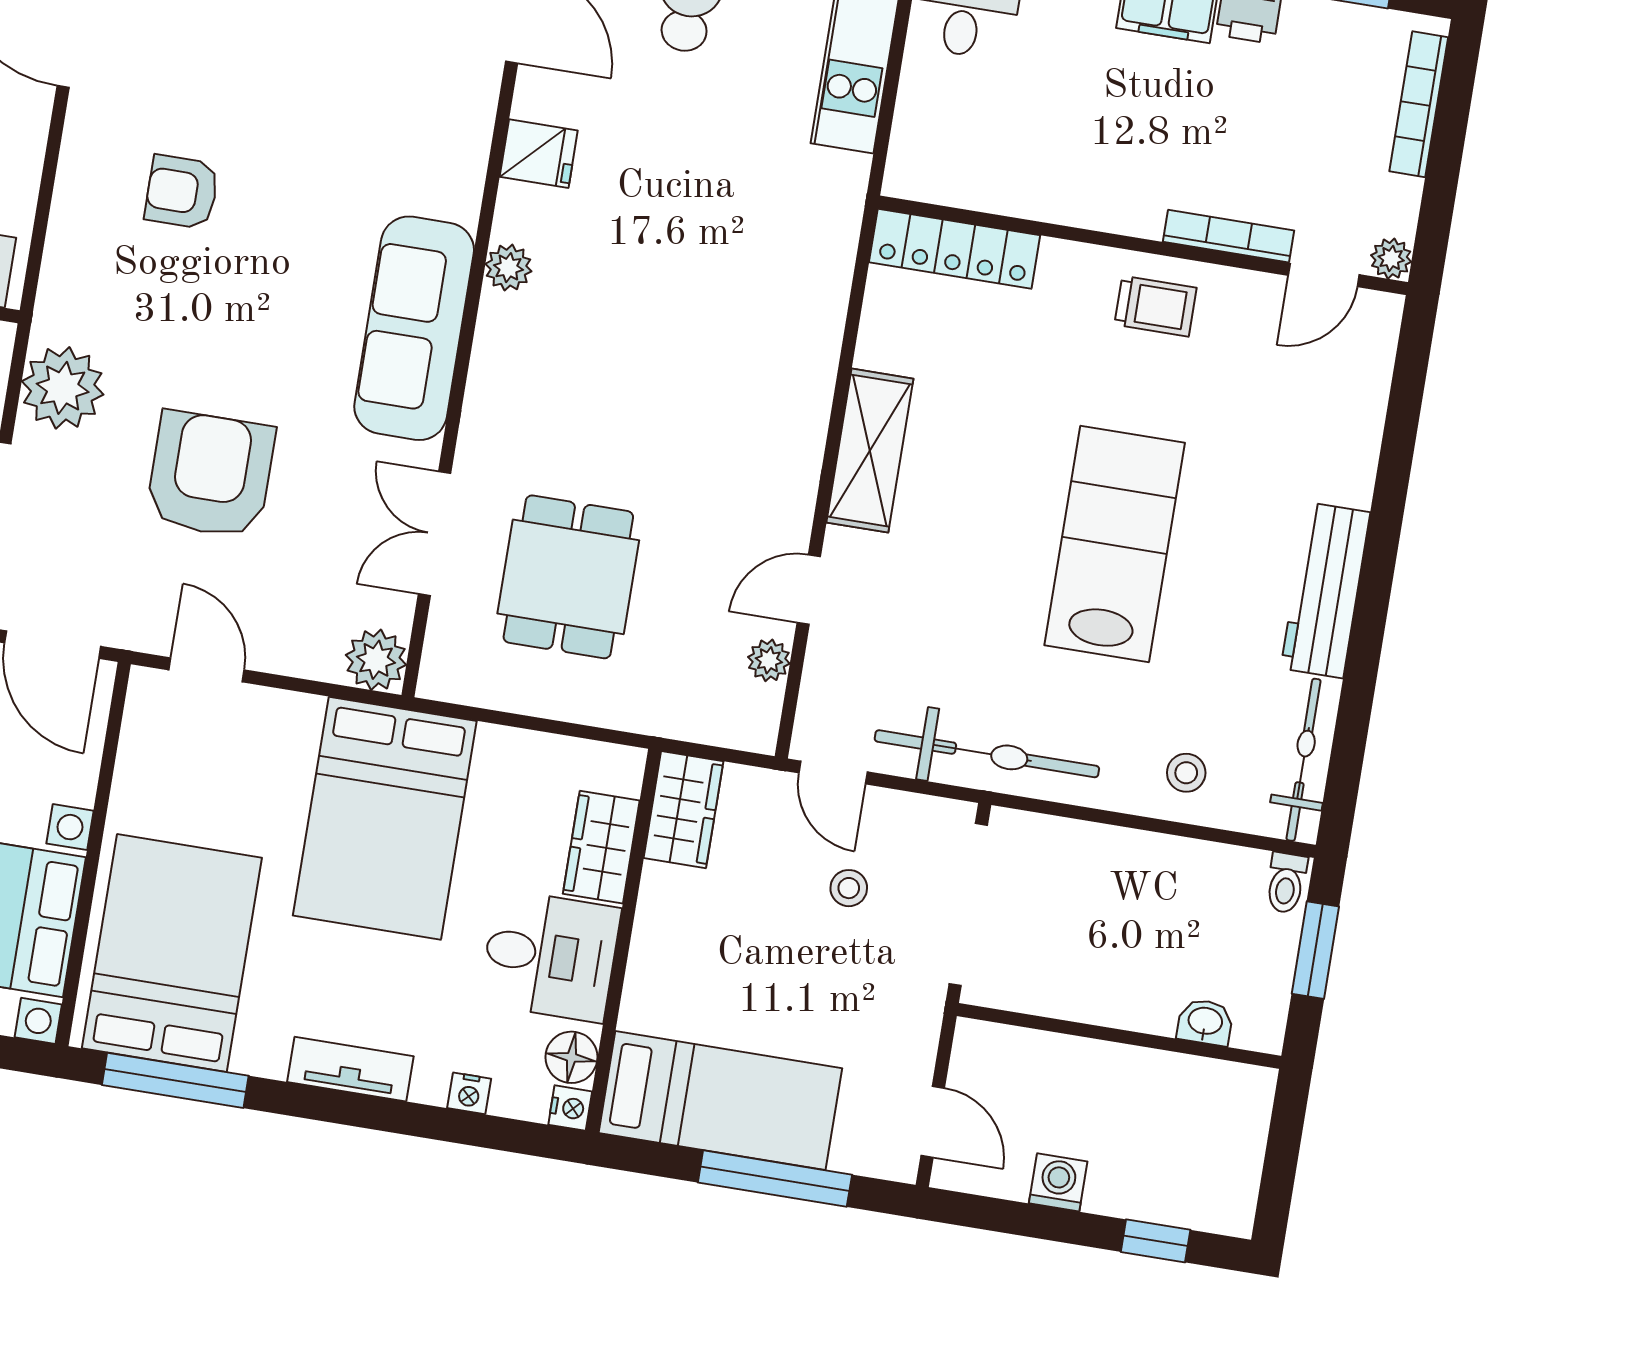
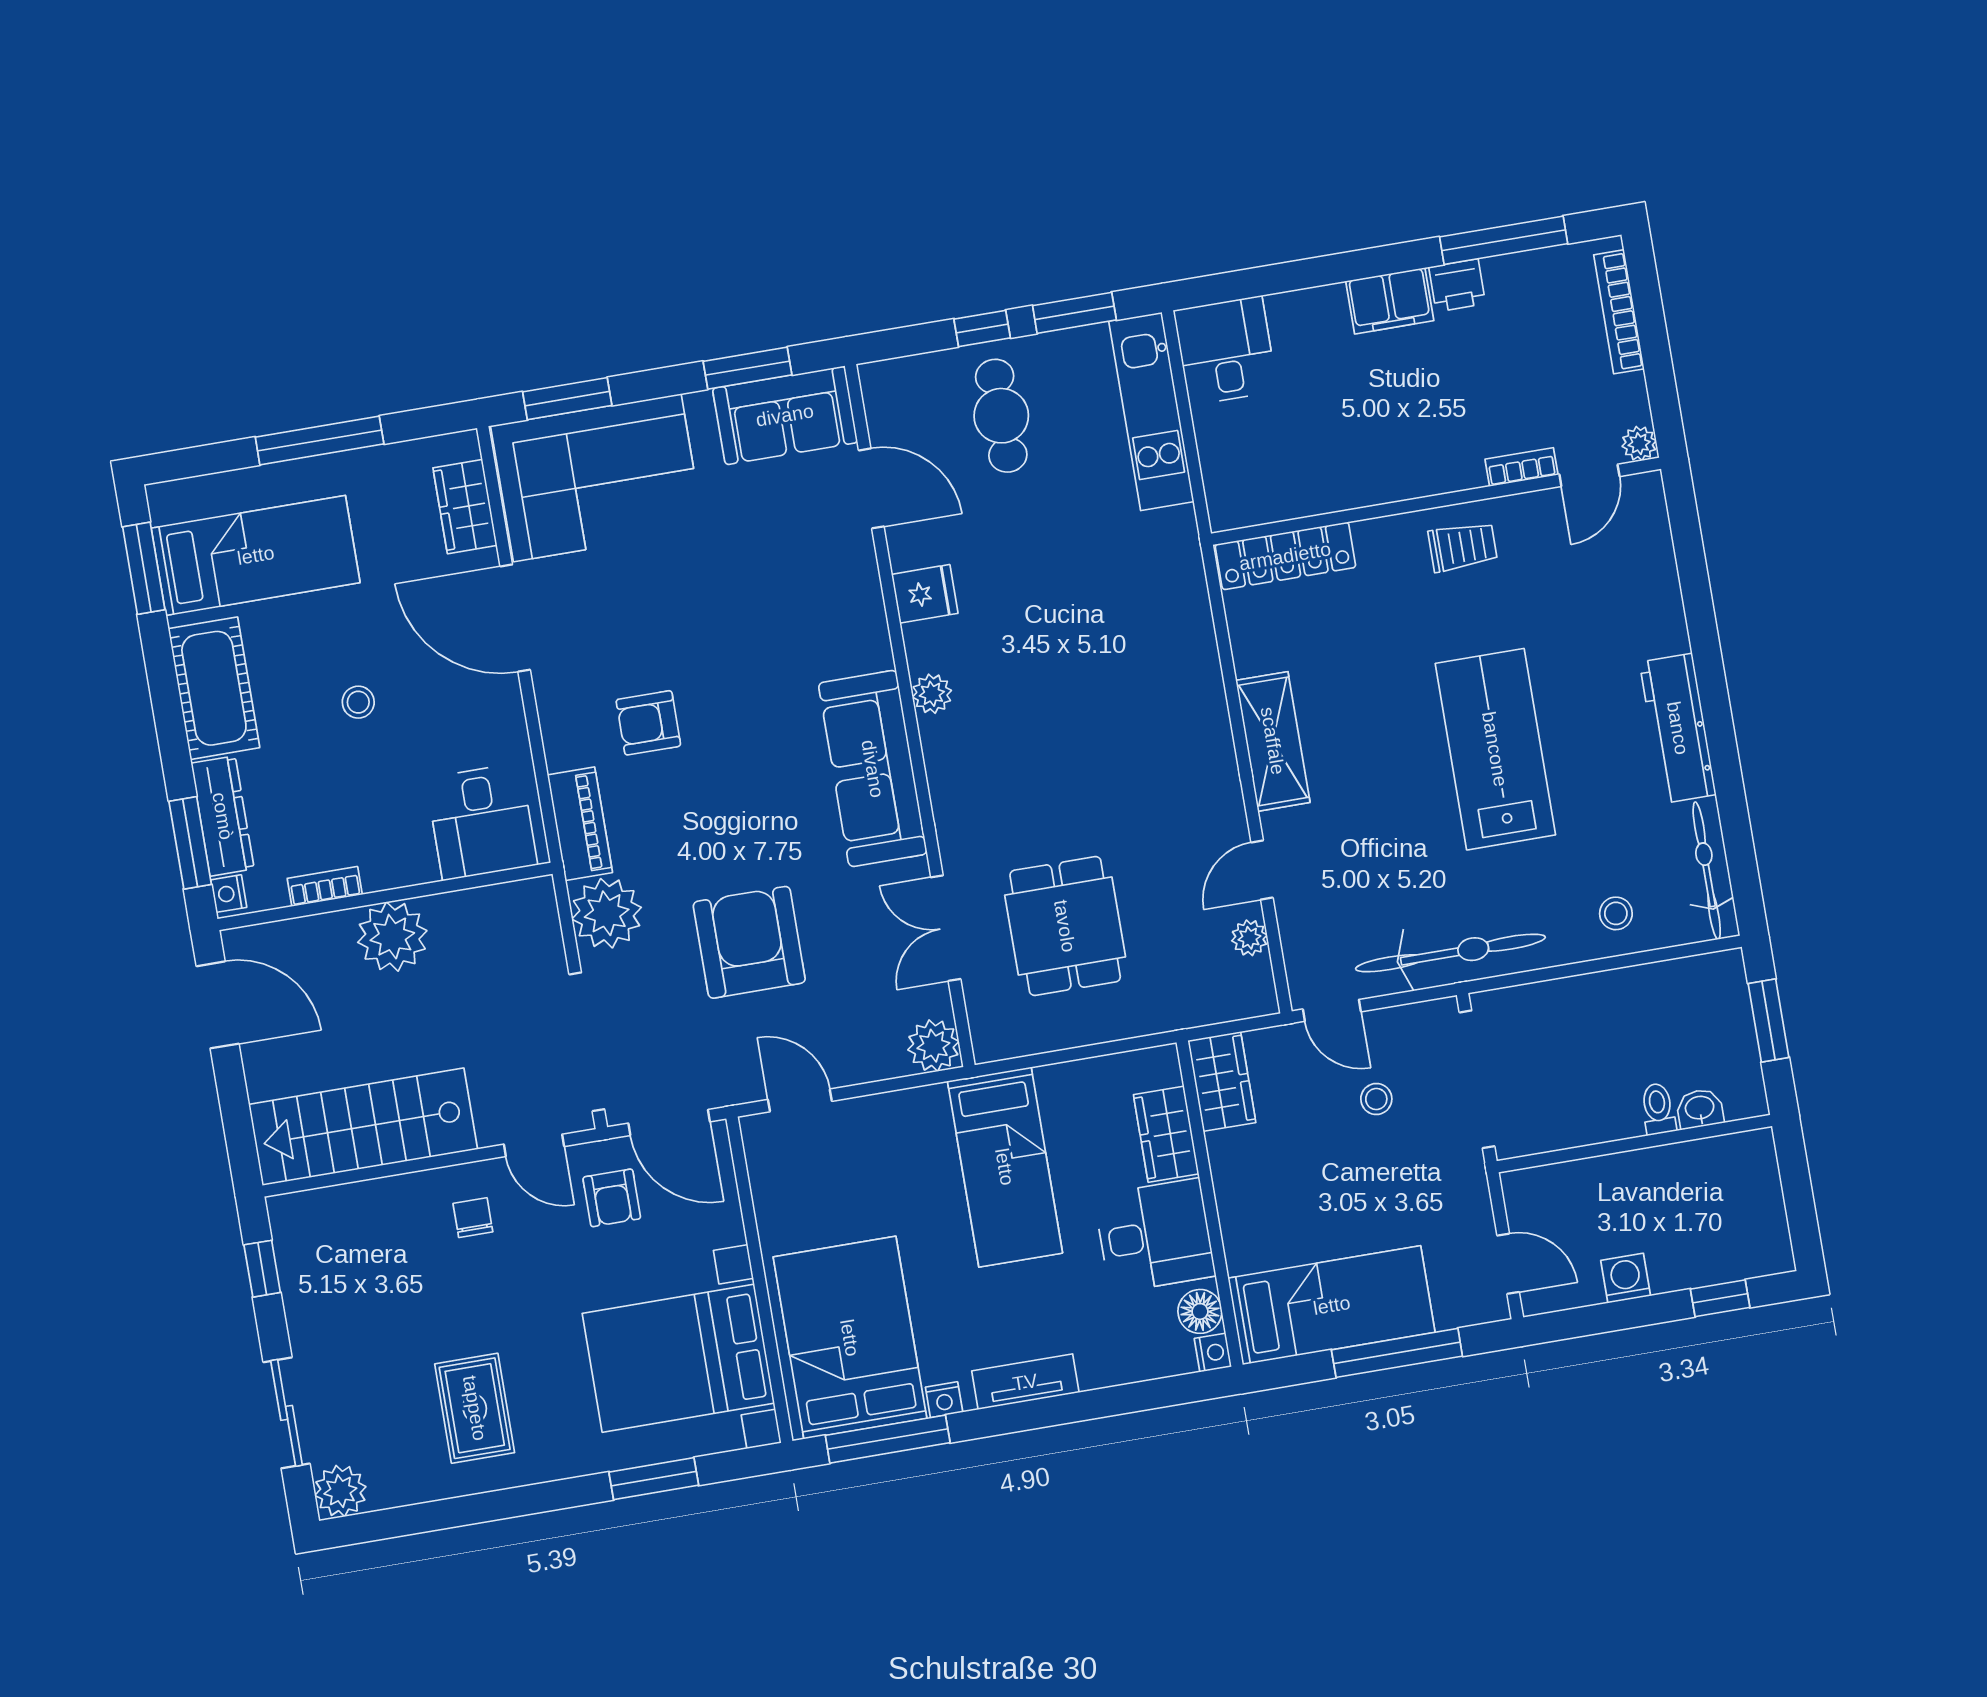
bookcase: (1228, 236) -> (1521, 467), width x0.64
piano: (67, 278) -> (580, 824), added
bed: (385, 818) -> (1005, 1167), width x0.67
toilet: (1286, 883) -> (1658, 1109), moved, turned 180
nightstand: (469, 1093) -> (944, 1400), moved

